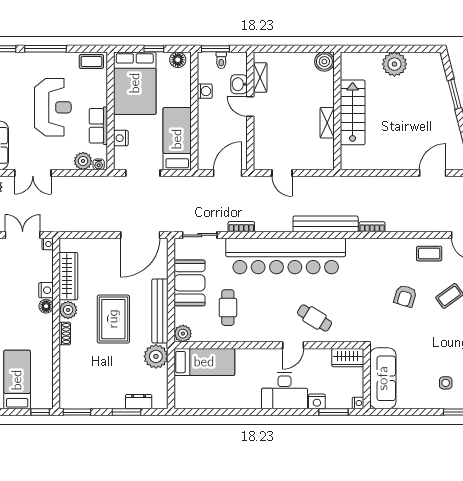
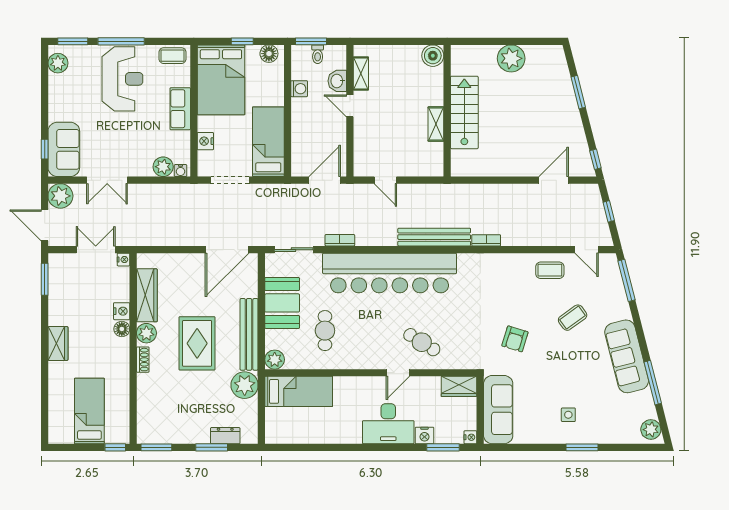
reception desk: (53, 107) -> (122, 79), moved
row of seats: (98, 126) -> (180, 109), moved
armchair: (405, 296) -> (515, 339), moved

